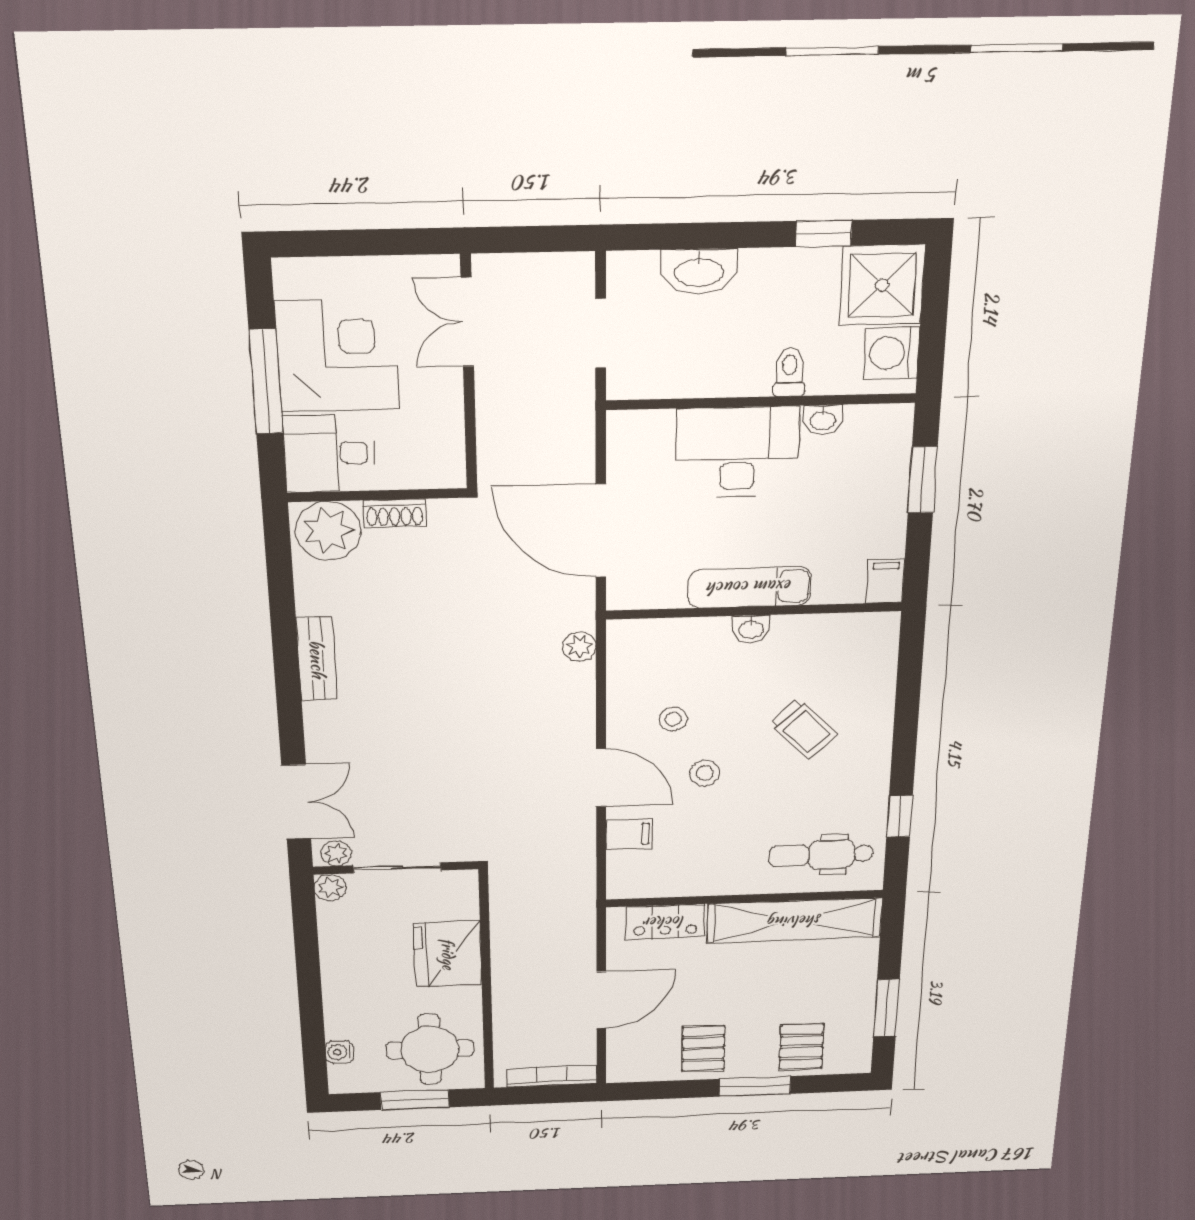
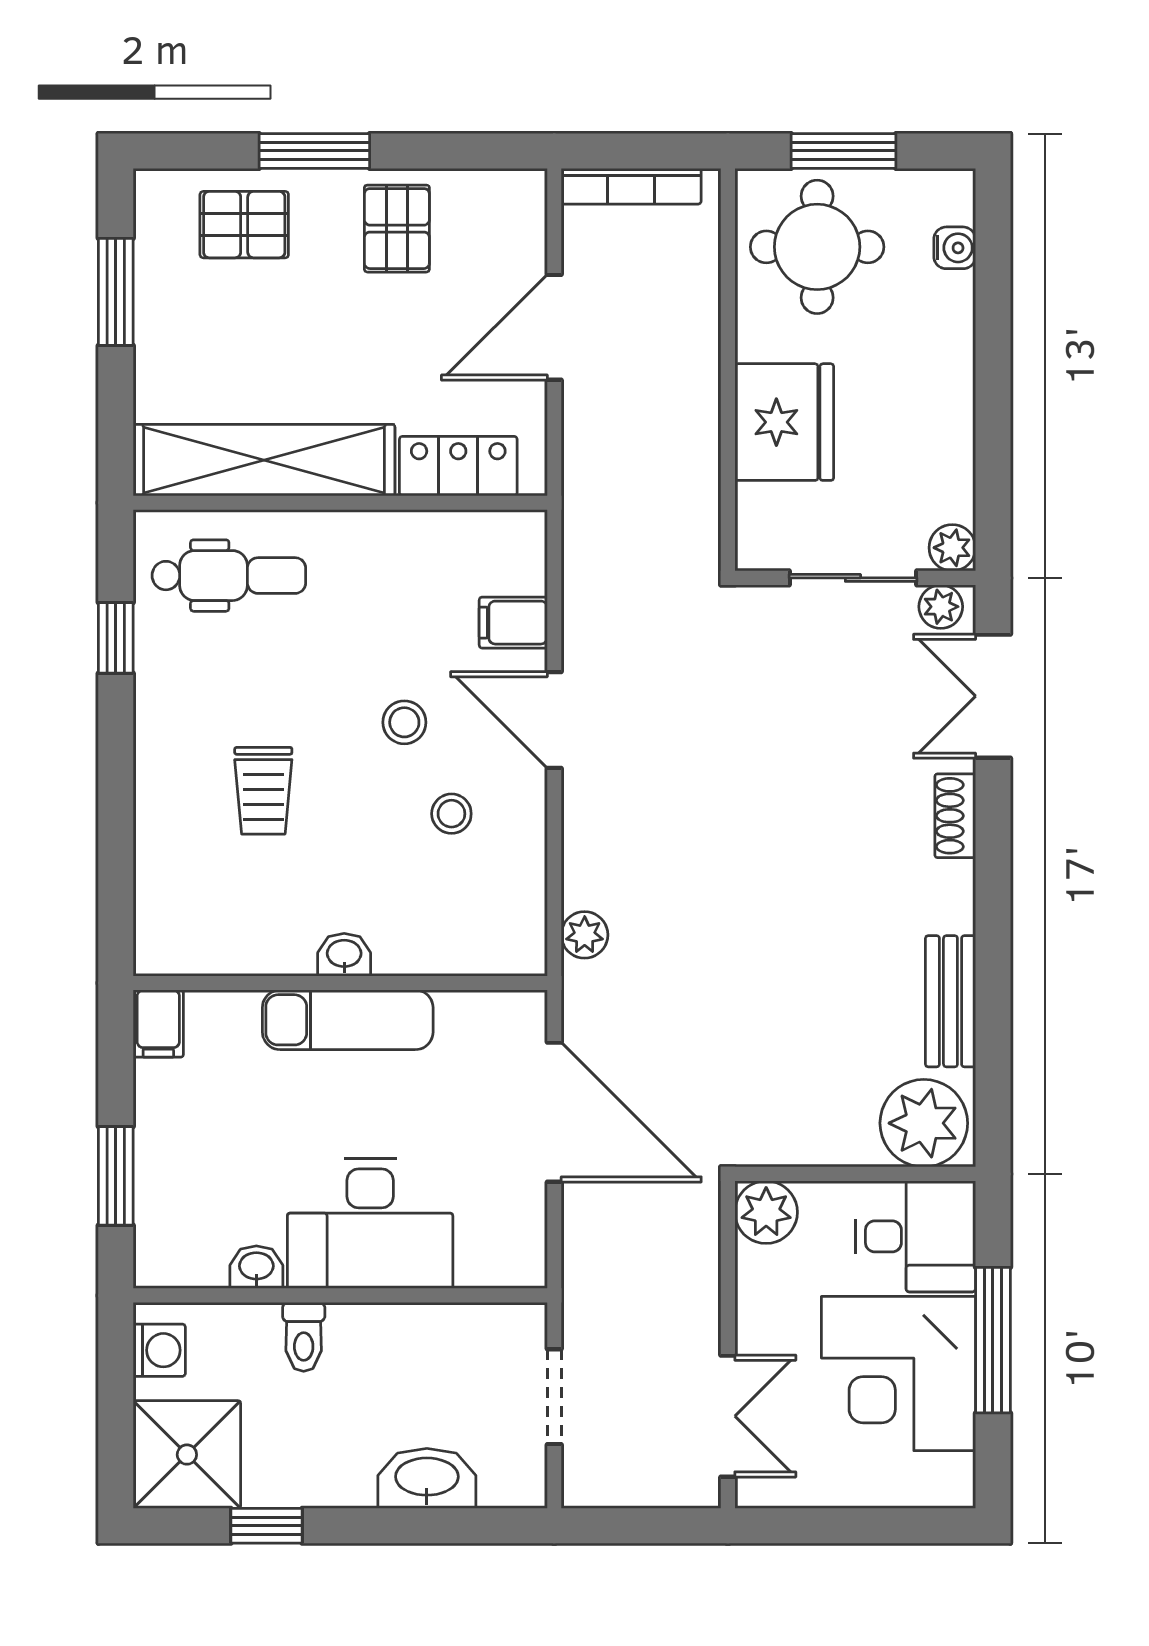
washing machine: (891, 353) -> (159, 1350), width x0.73, depth x0.73
plant: (443, 467) -> (766, 1212), added
shoe rack: (394, 513) -> (955, 816), moved, turned -90
bench: (317, 659) -> (950, 1001), moved
trolley: (804, 729) -> (263, 791), turned -136
pallet: (802, 1047) -> (244, 225), turned 90

